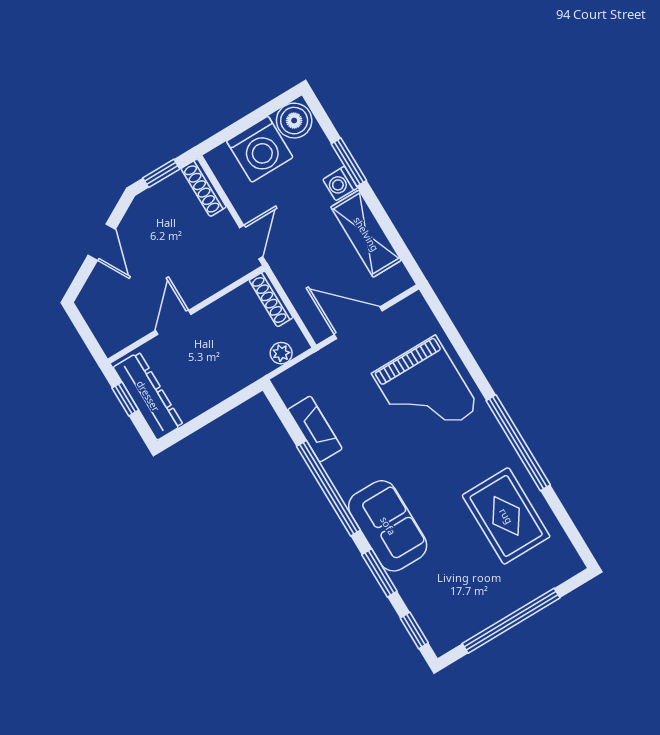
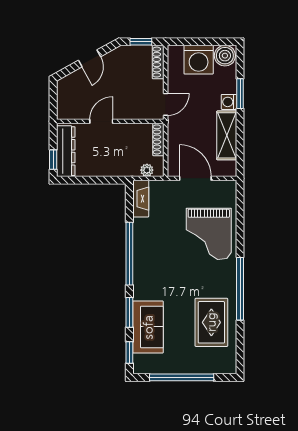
window: (125, 399) -> (53, 160), moved
fireplace: (315, 429) -> (141, 199), moved
sofa: (388, 526) -> (148, 327), moved

